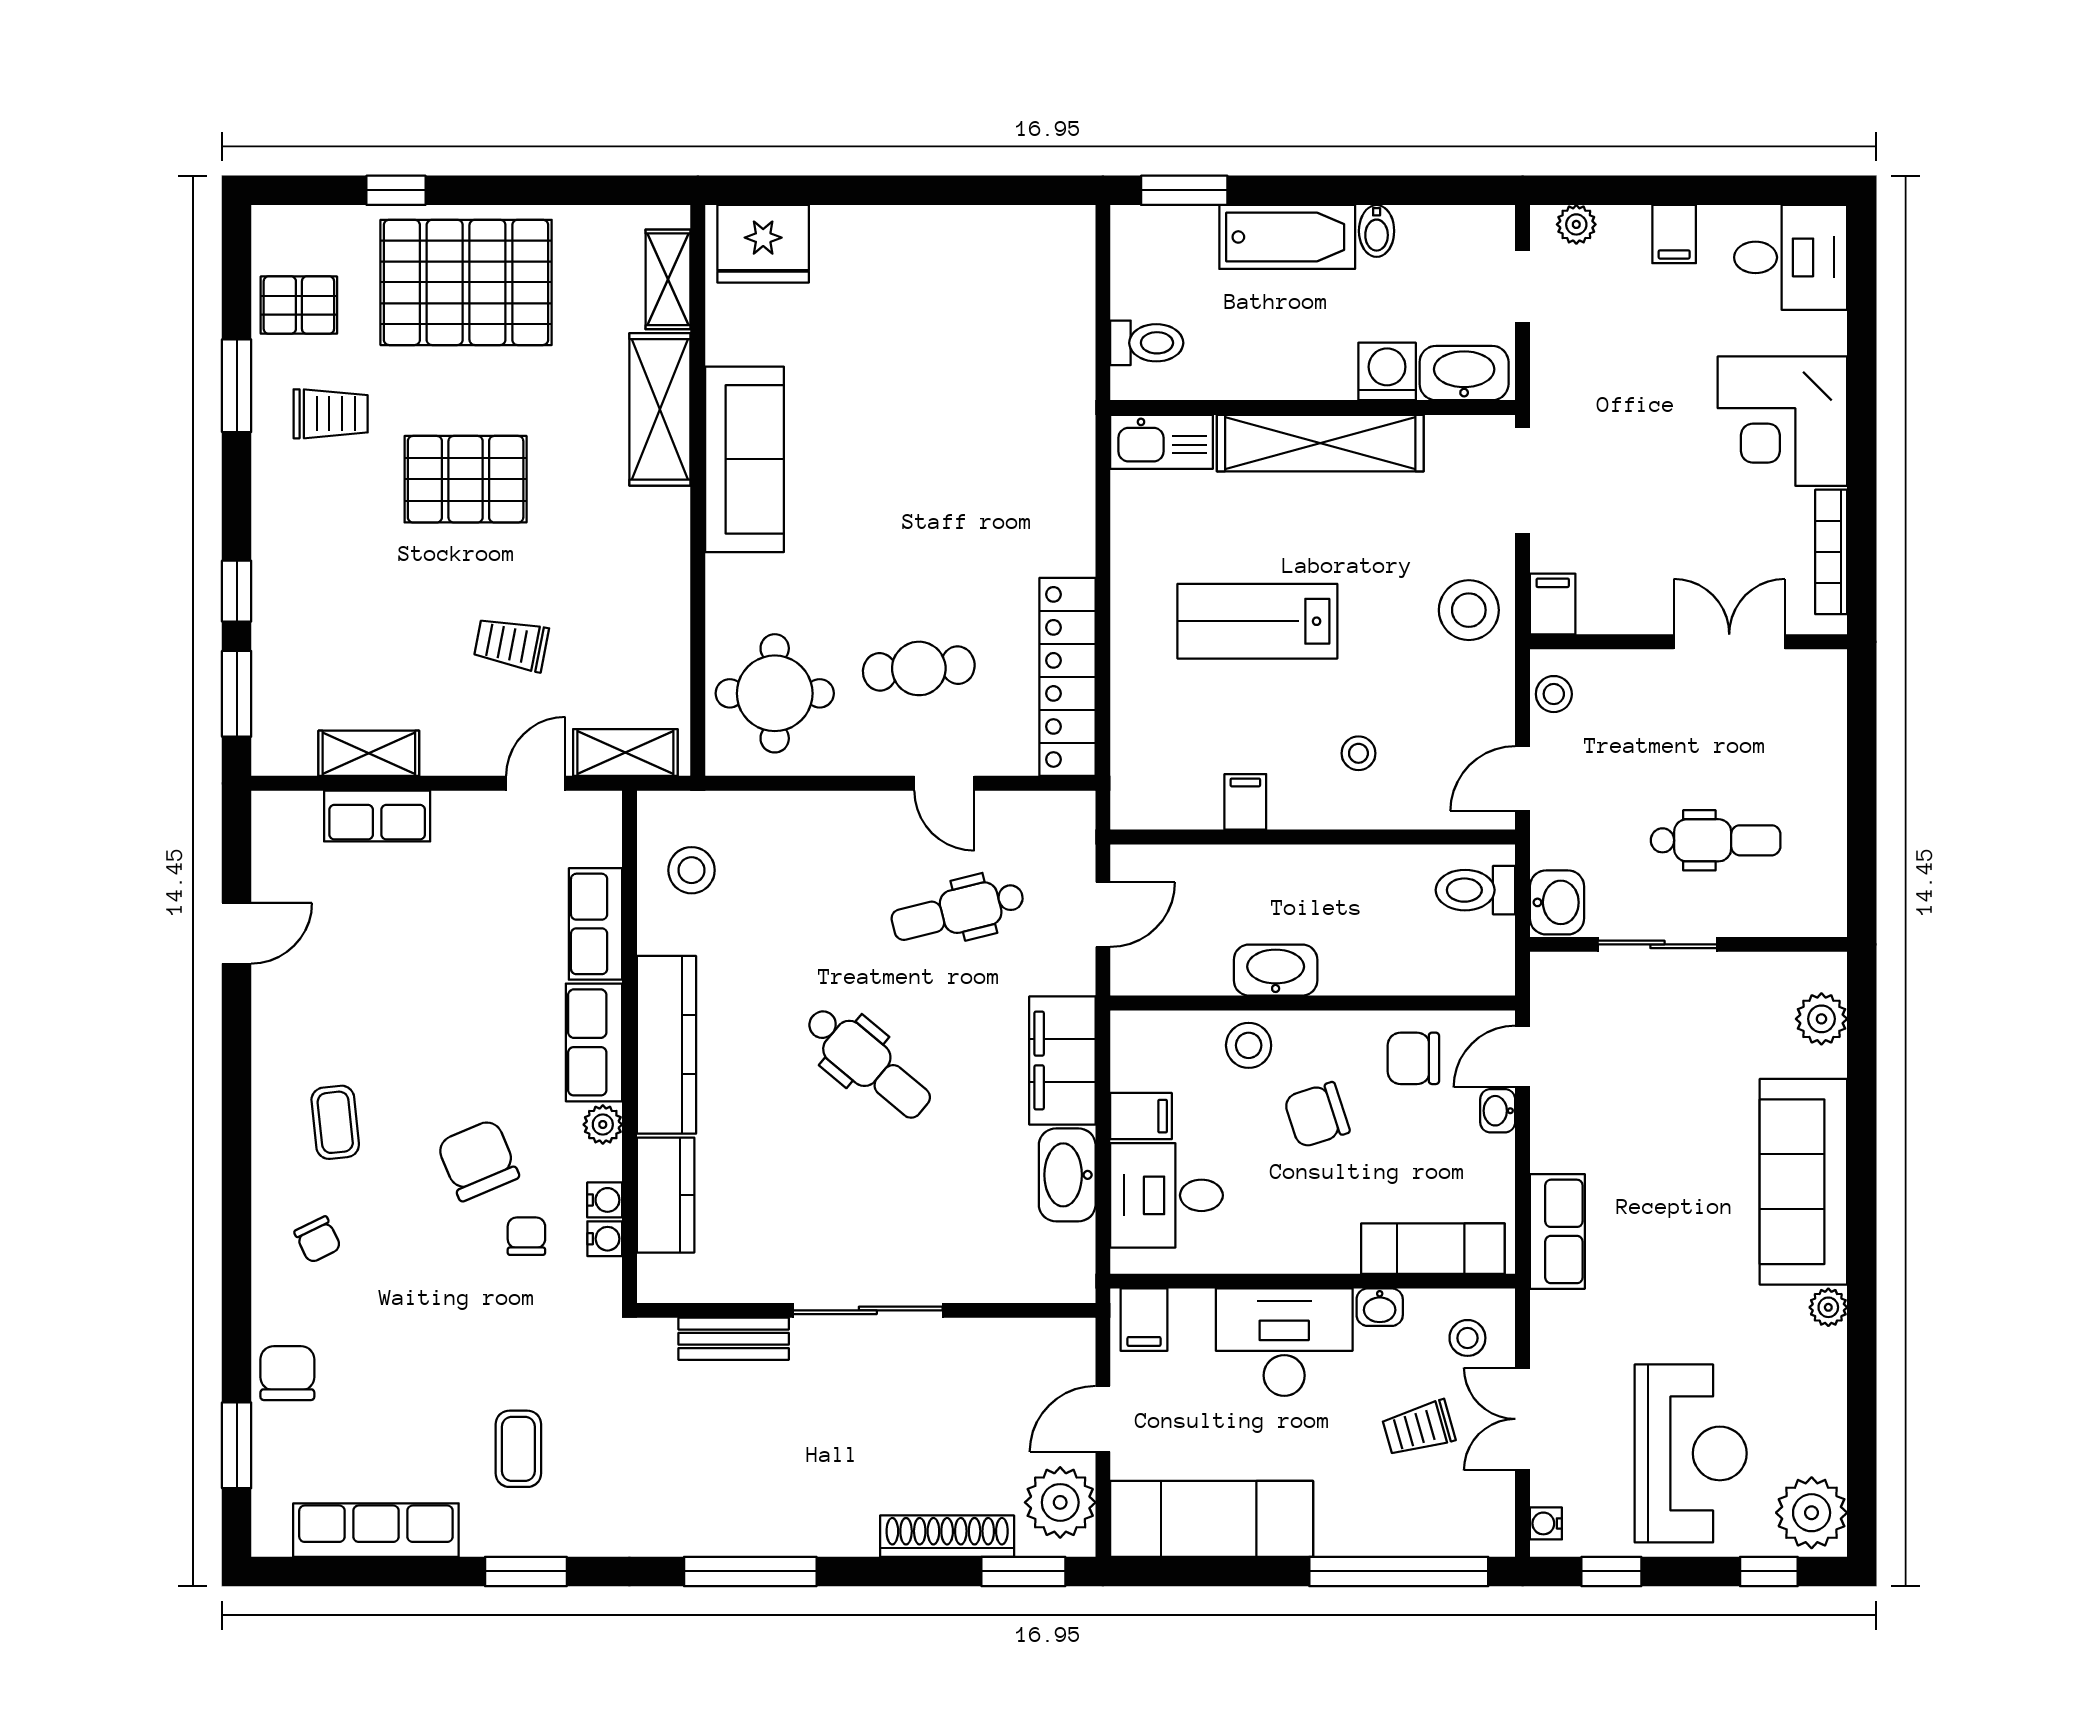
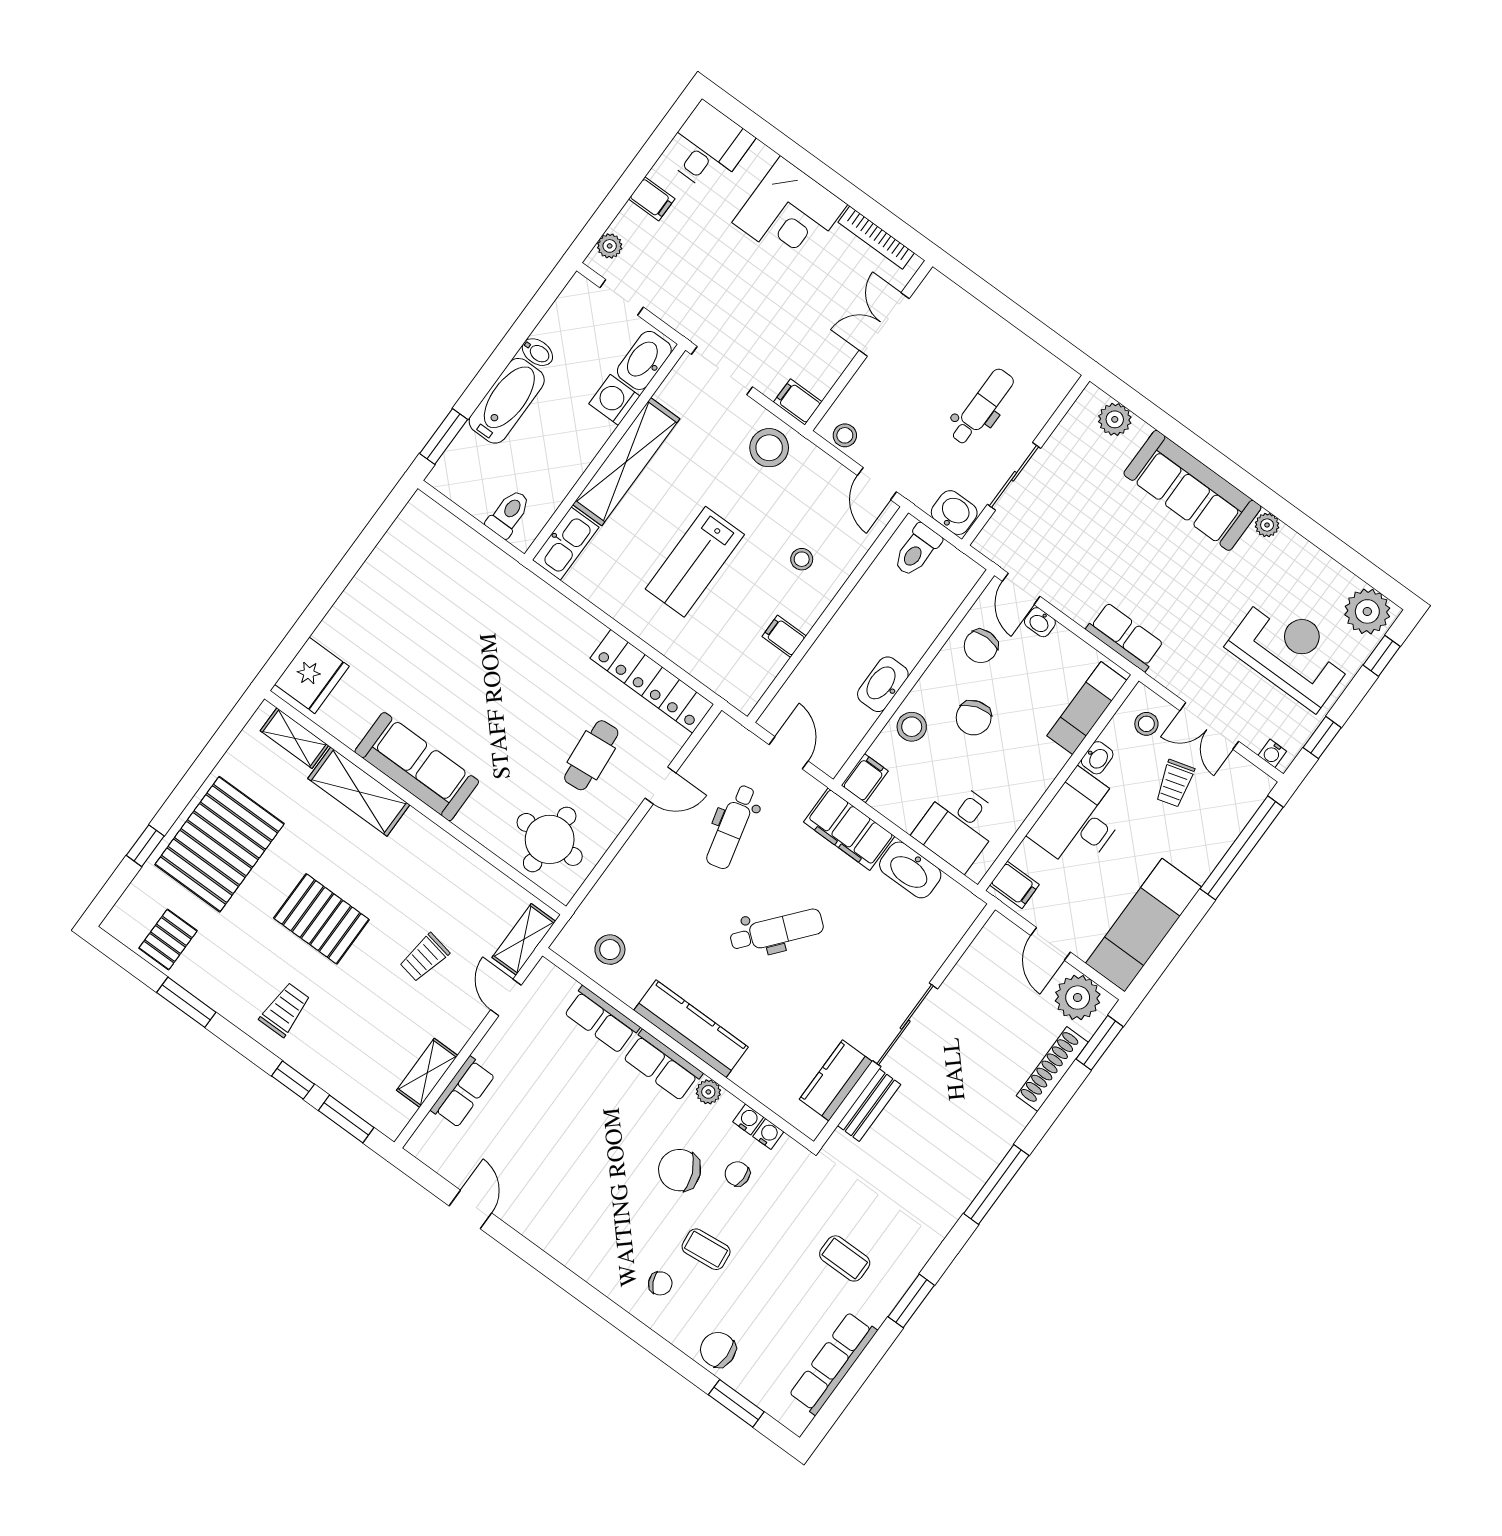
trolley: (331, 414) -> (285, 1010), moved
pallet: (466, 479) -> (321, 919), turned 90
filing cabinet: (1141, 1116) -> (865, 778), moved
coffee table: (335, 1122) -> (706, 1249), moved
kitchen counter: (666, 1195) -> (836, 1080), moved, turned -90

